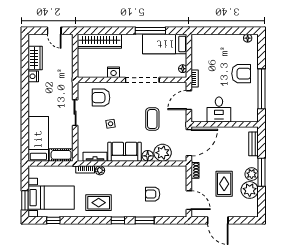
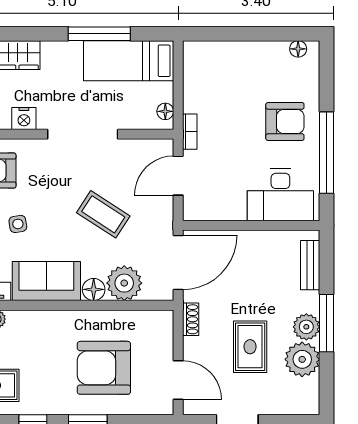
desk: (219, 110) -> (280, 195), moved, width x1.37
coffee table: (152, 119) -> (103, 214), turned -57
armchair: (153, 194) -> (104, 368), width x1.88, depth x1.88

